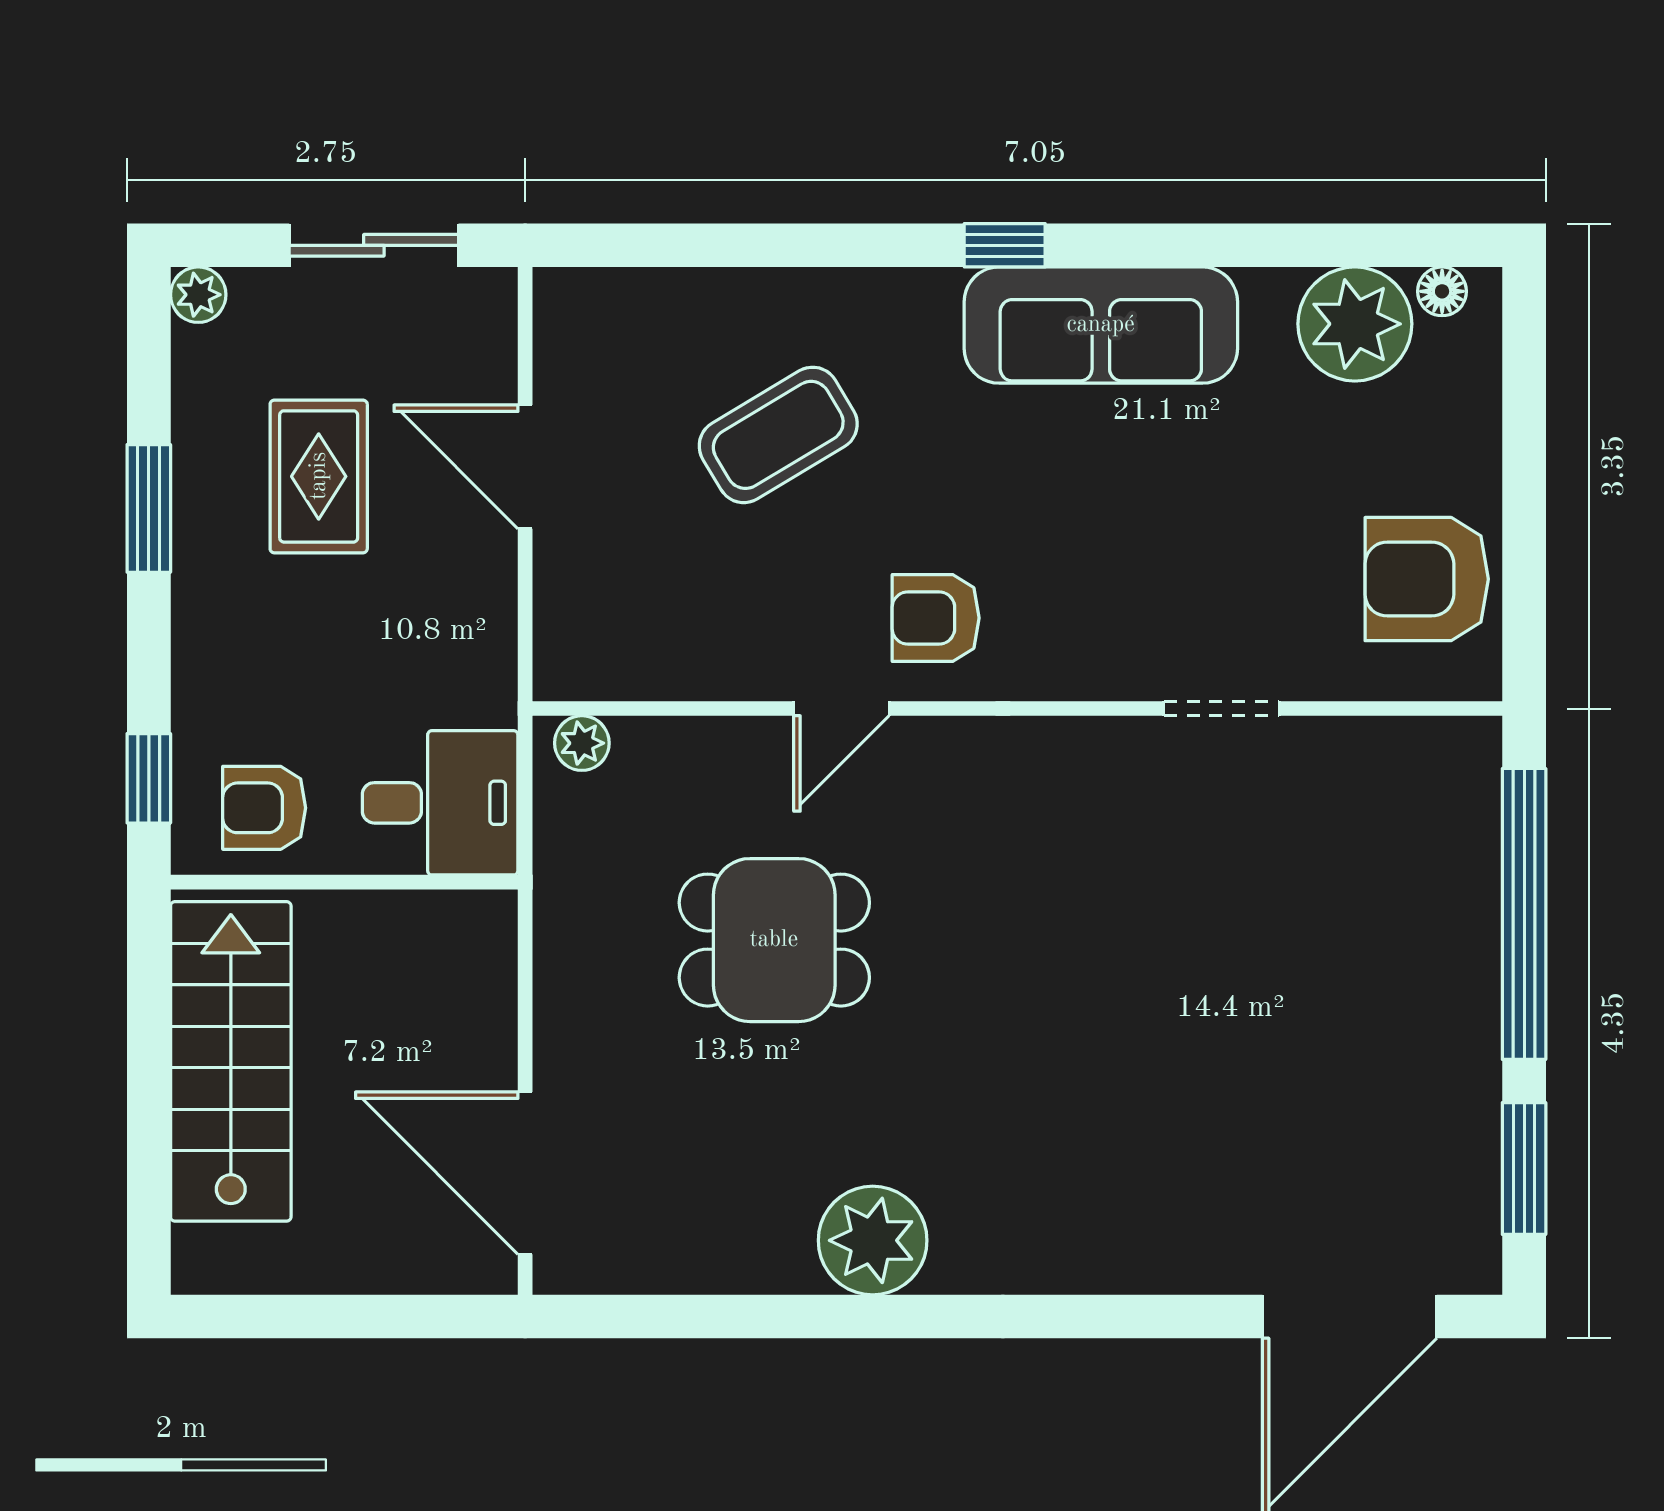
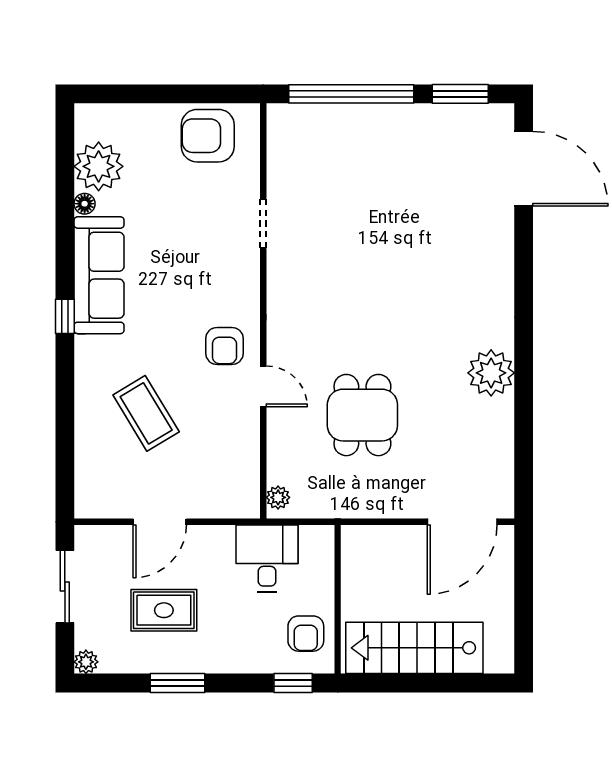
floor lamp: (1442, 291) -> (85, 204), moved
armchair: (1427, 579) -> (208, 136), turned 90
desk: (440, 803) -> (267, 558), moved

